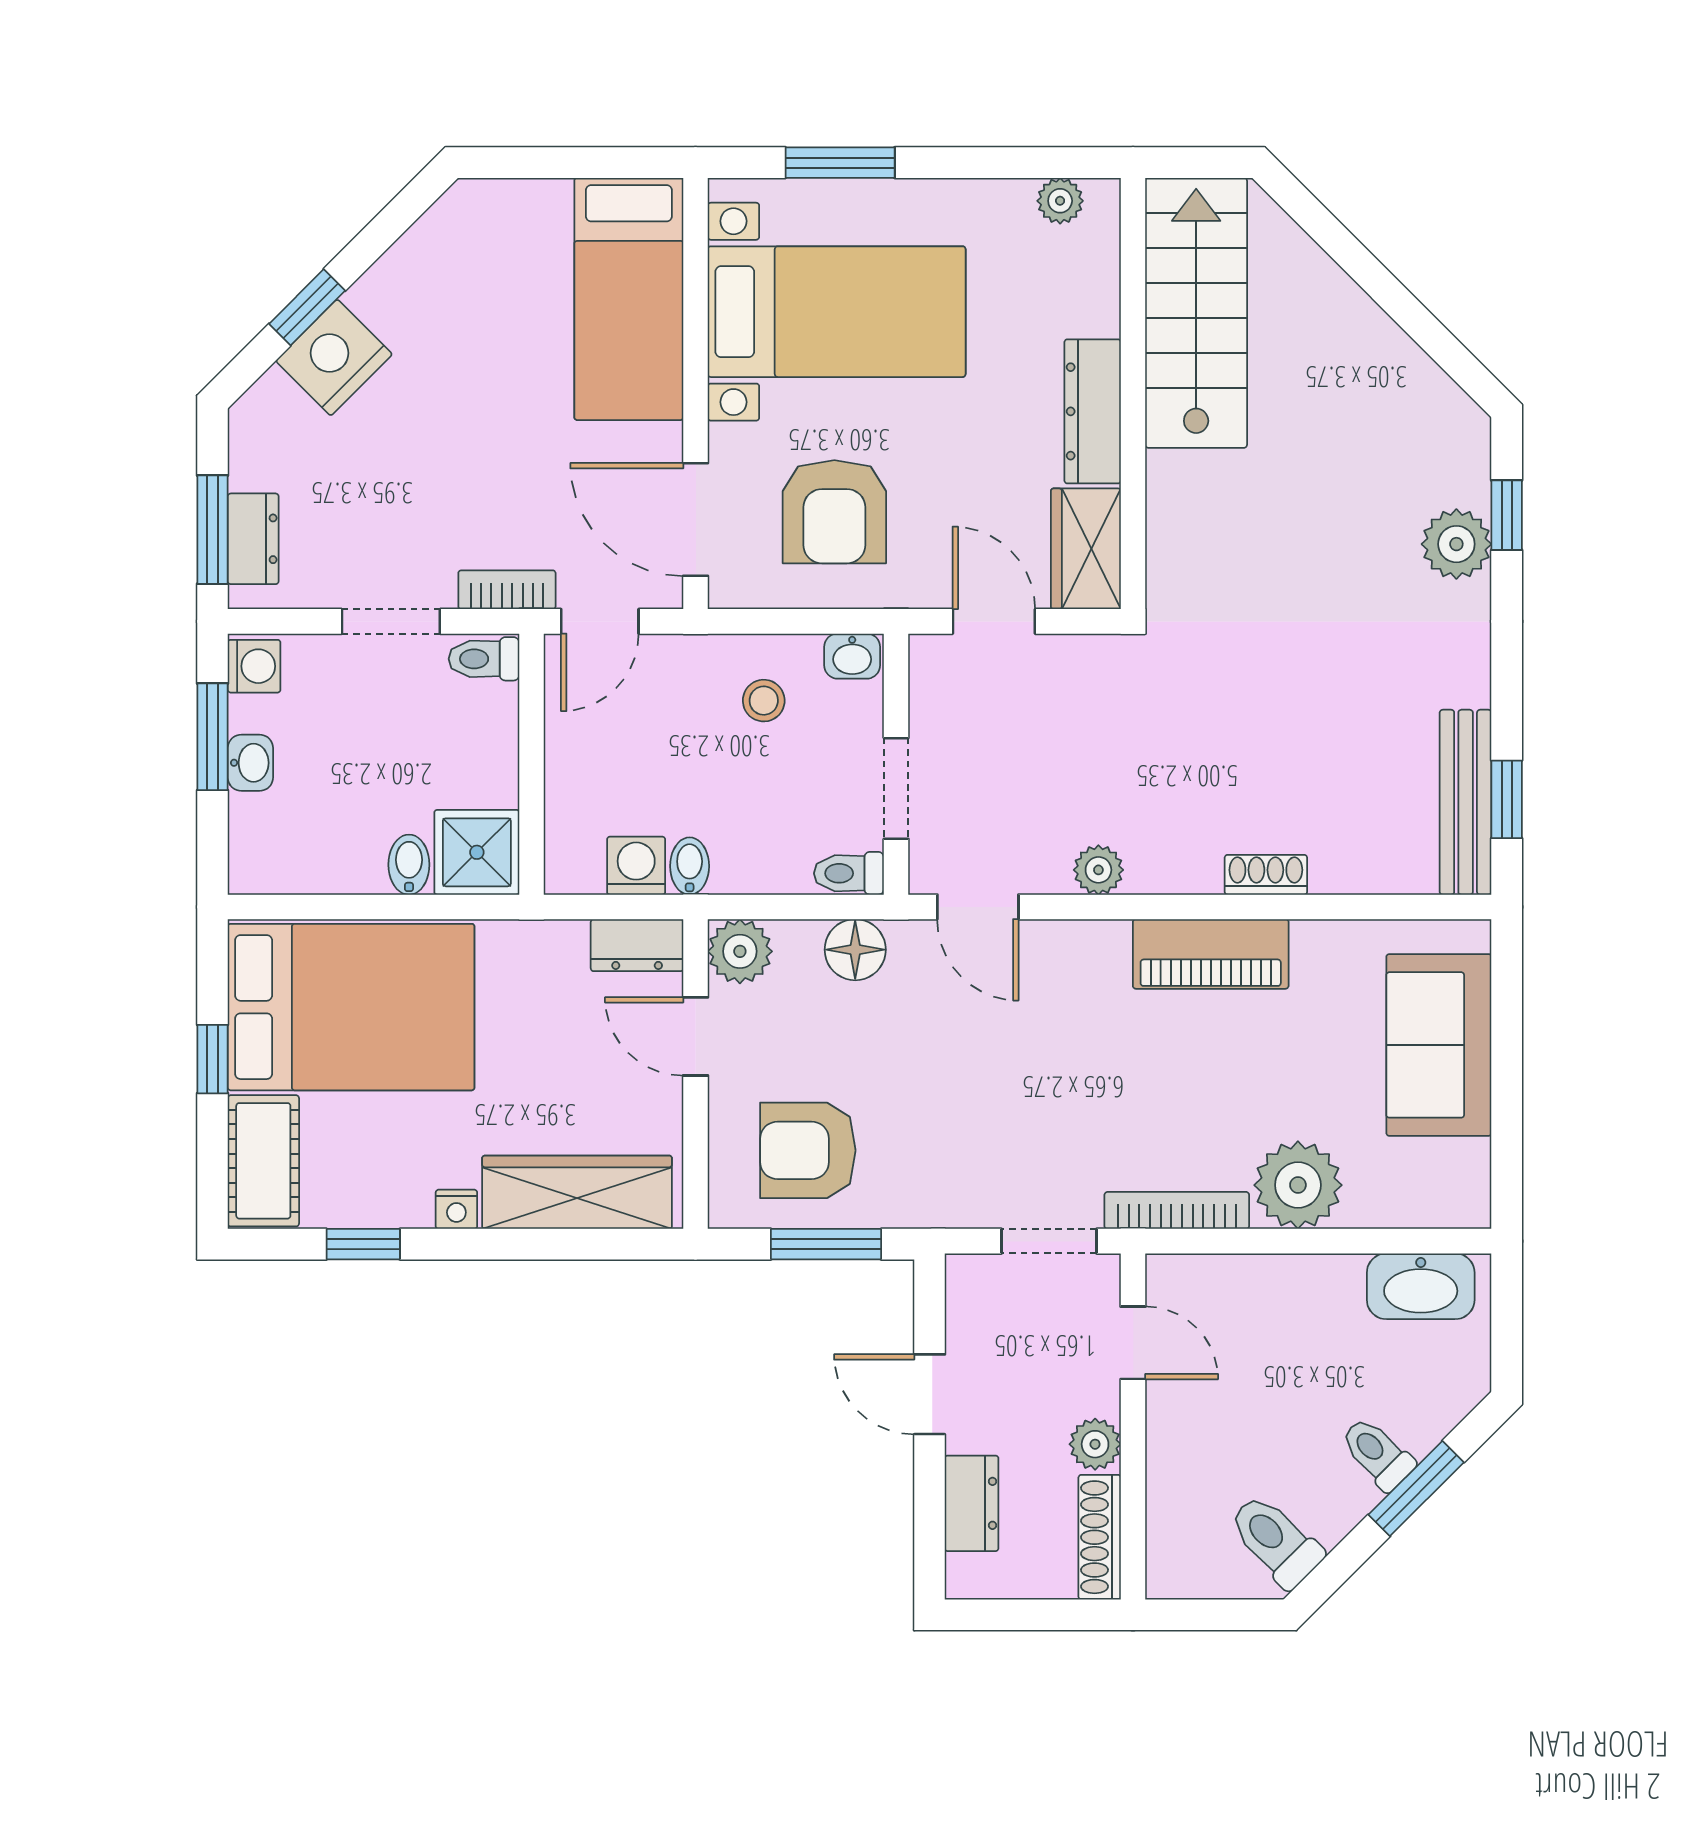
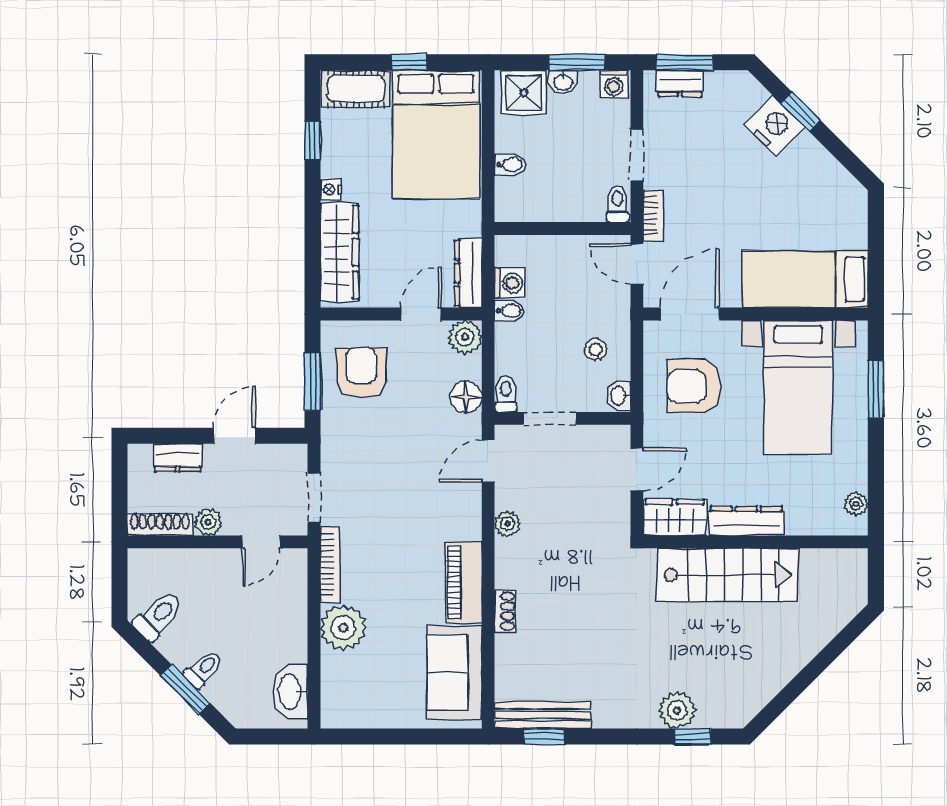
stairs: (1196, 313) -> (727, 575), moved
shower: (477, 852) -> (524, 92), moved
dresser: (637, 945) -> (468, 273), width x1.44
sofa: (1439, 1045) -> (454, 673), moved, turned -90

